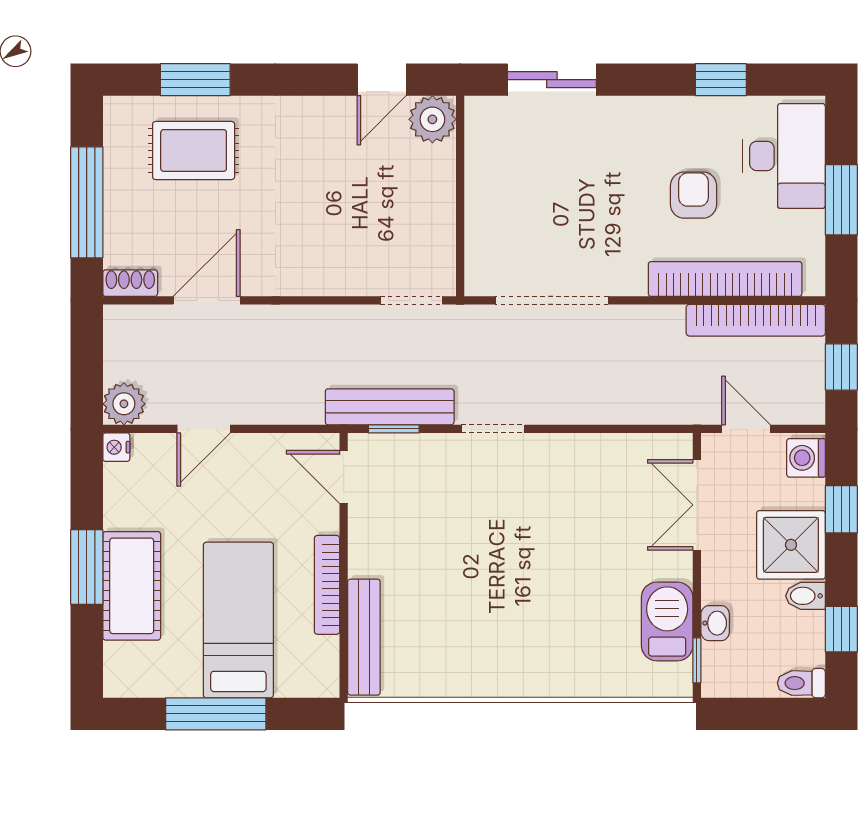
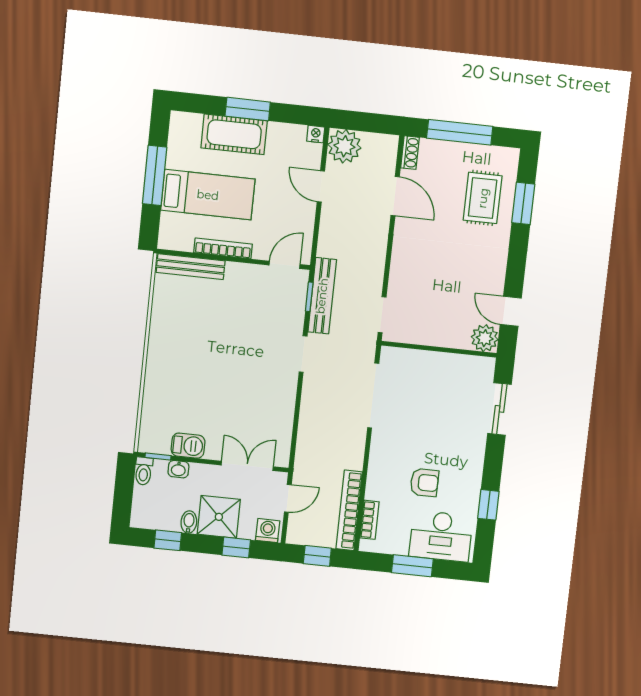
bookcase: (725, 279) -> (370, 520), width x0.43, depth x0.76
plant: (124, 404) -> (344, 146), width x1.36, depth x1.36
barbecue: (667, 621) -> (188, 446), width x0.73, depth x0.79
toilet: (801, 683) -> (144, 471), moved, turned 180

